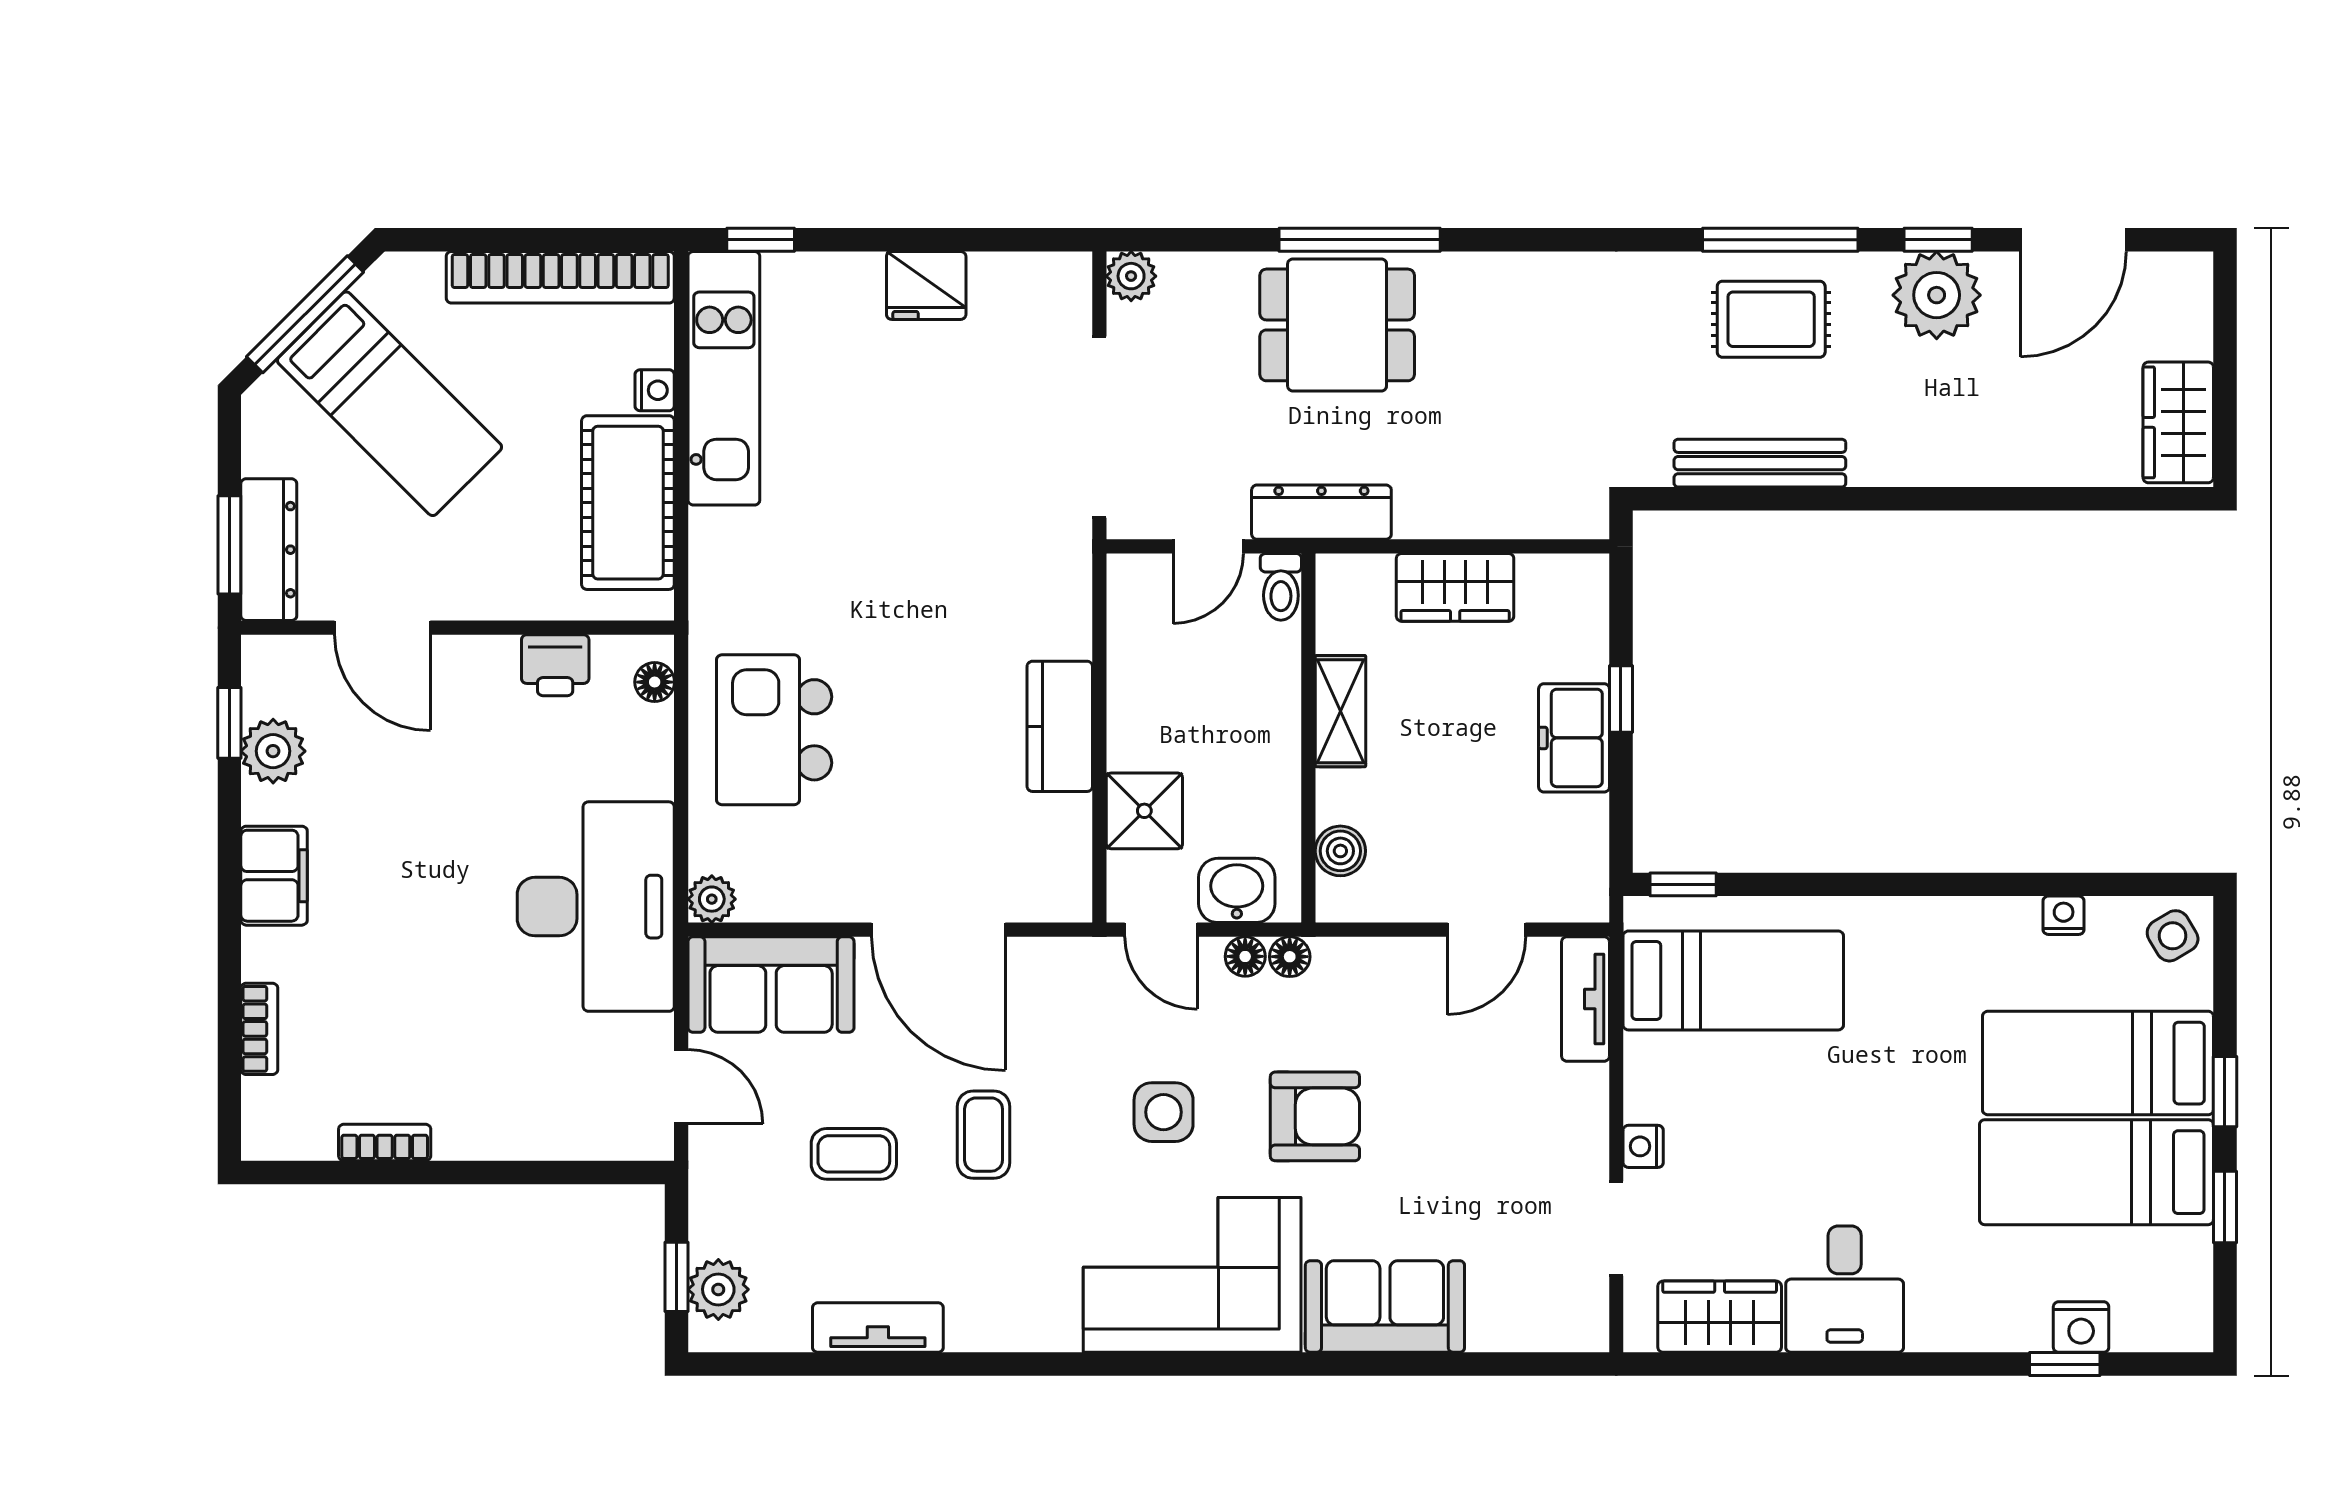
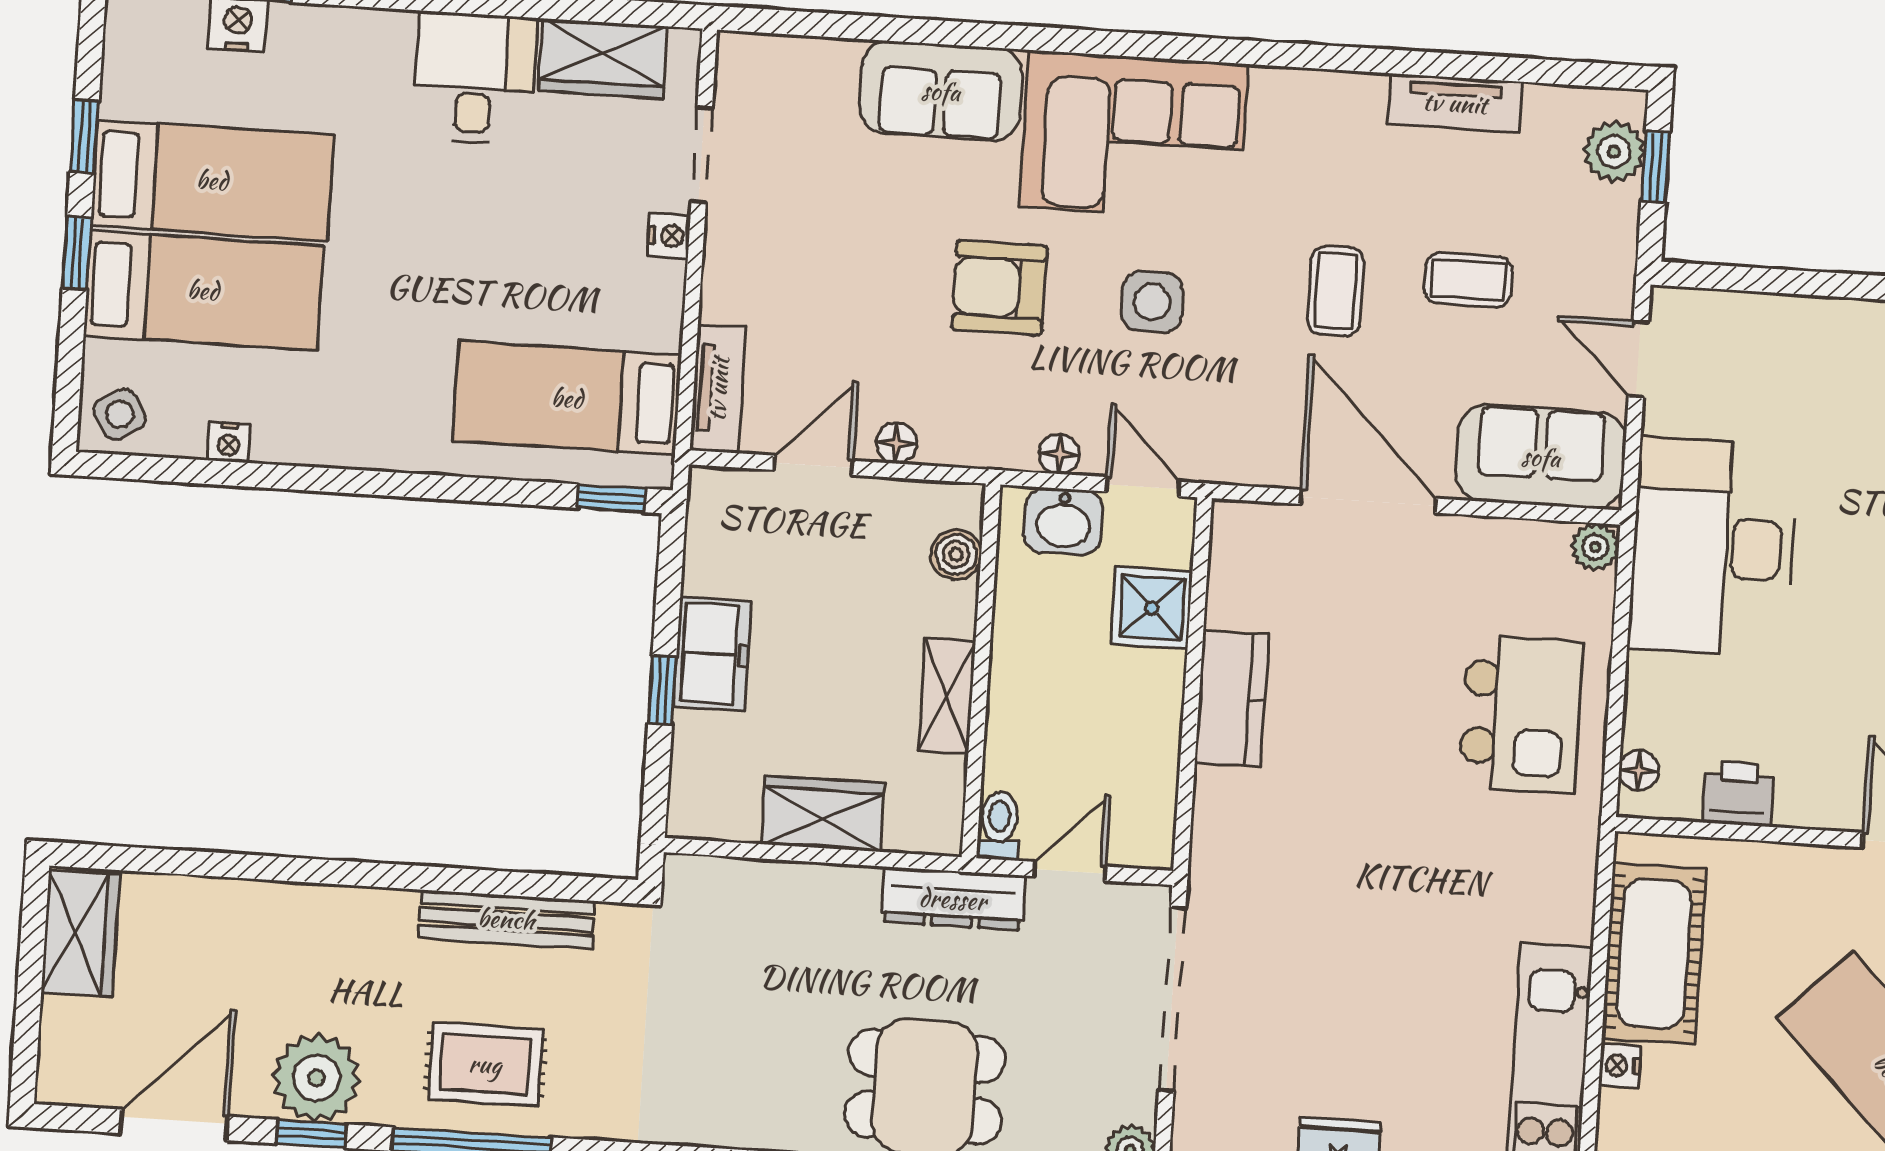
floor lamp: (1290, 957) -> (897, 443), moved

